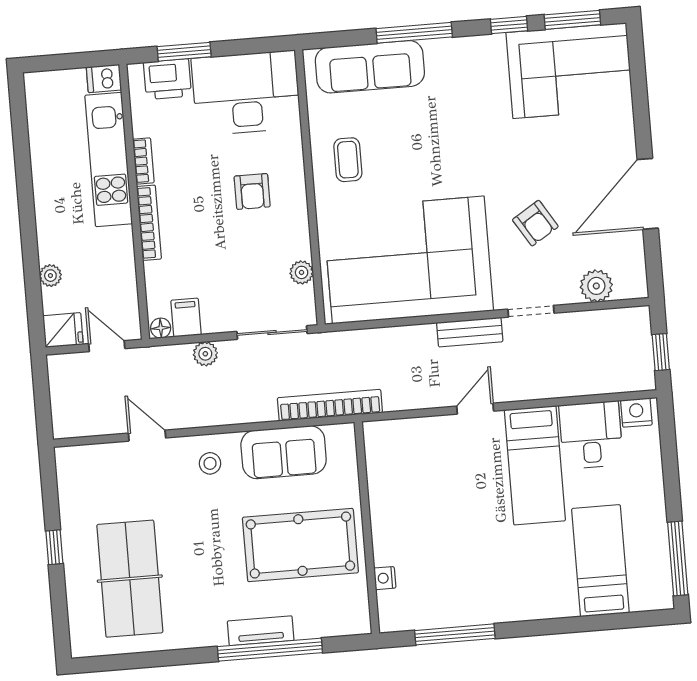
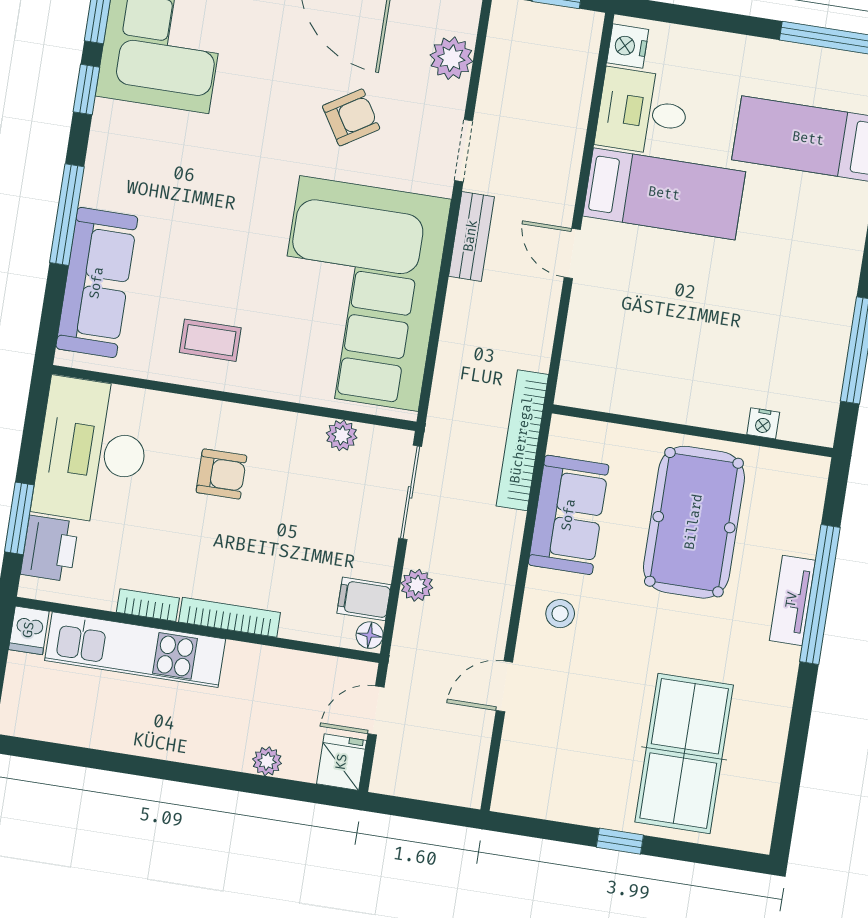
table tennis table: (130, 579) -> (684, 753), turned 90

